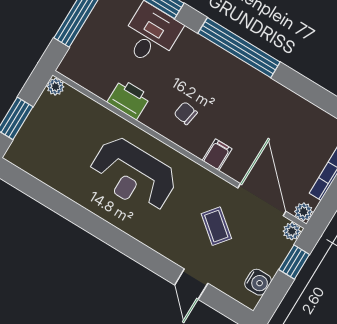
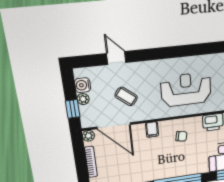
plant: (292, 231) -> (83, 99), moved

